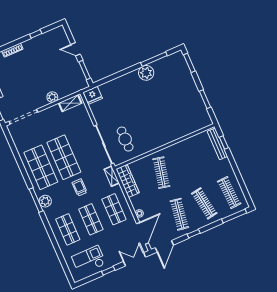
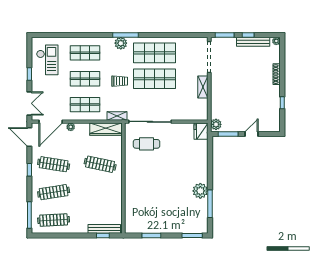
plant: (52, 97) -> (216, 124), moved
shelving: (70, 103) -> (203, 87), moved
door: (143, 233) -> (51, 122), hinge flipped

